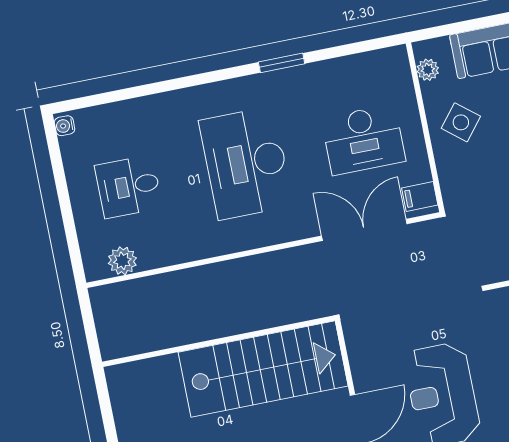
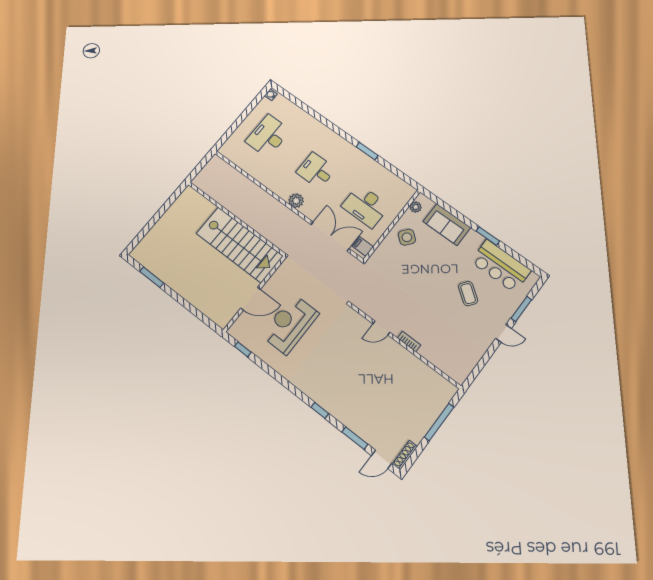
desk: (246, 163) -> (316, 170), width x0.53, depth x0.77
desk: (129, 187) -> (268, 136), width x1.37
plant: (122, 261) -> (296, 201), moved

